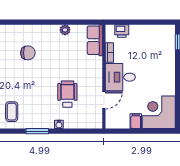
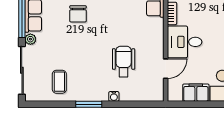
chair: (28, 53) -> (78, 14), turned 90
filing cabinet: (136, 121) -> (196, 93), width x2.00

